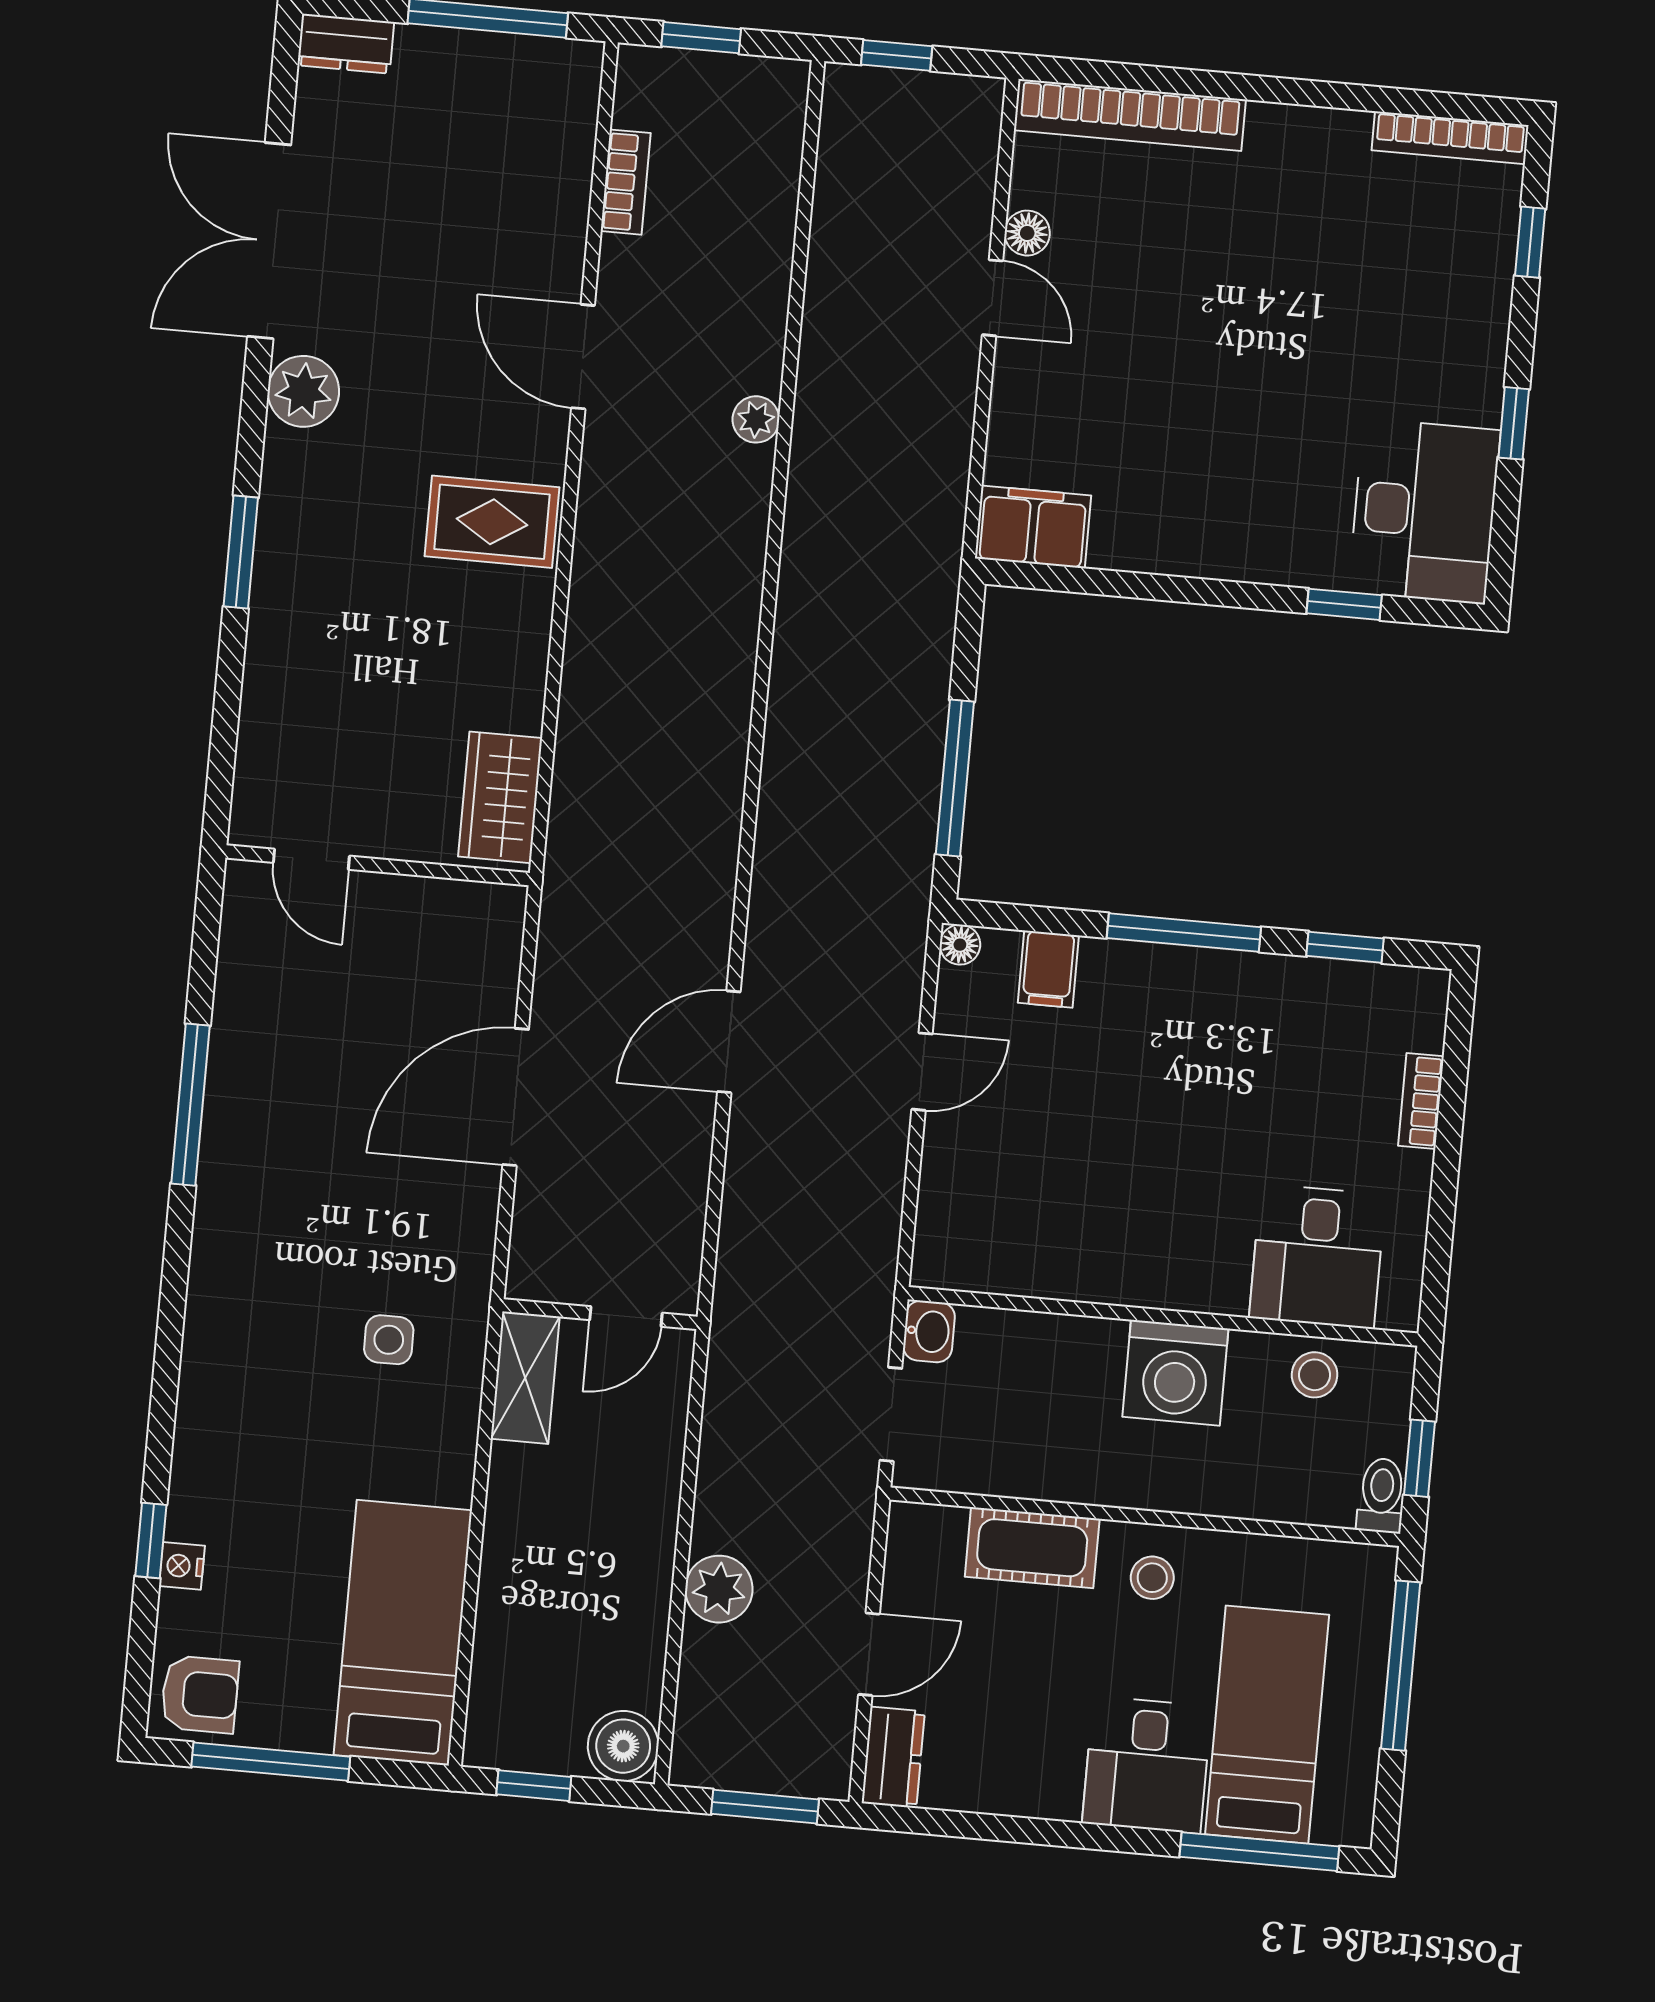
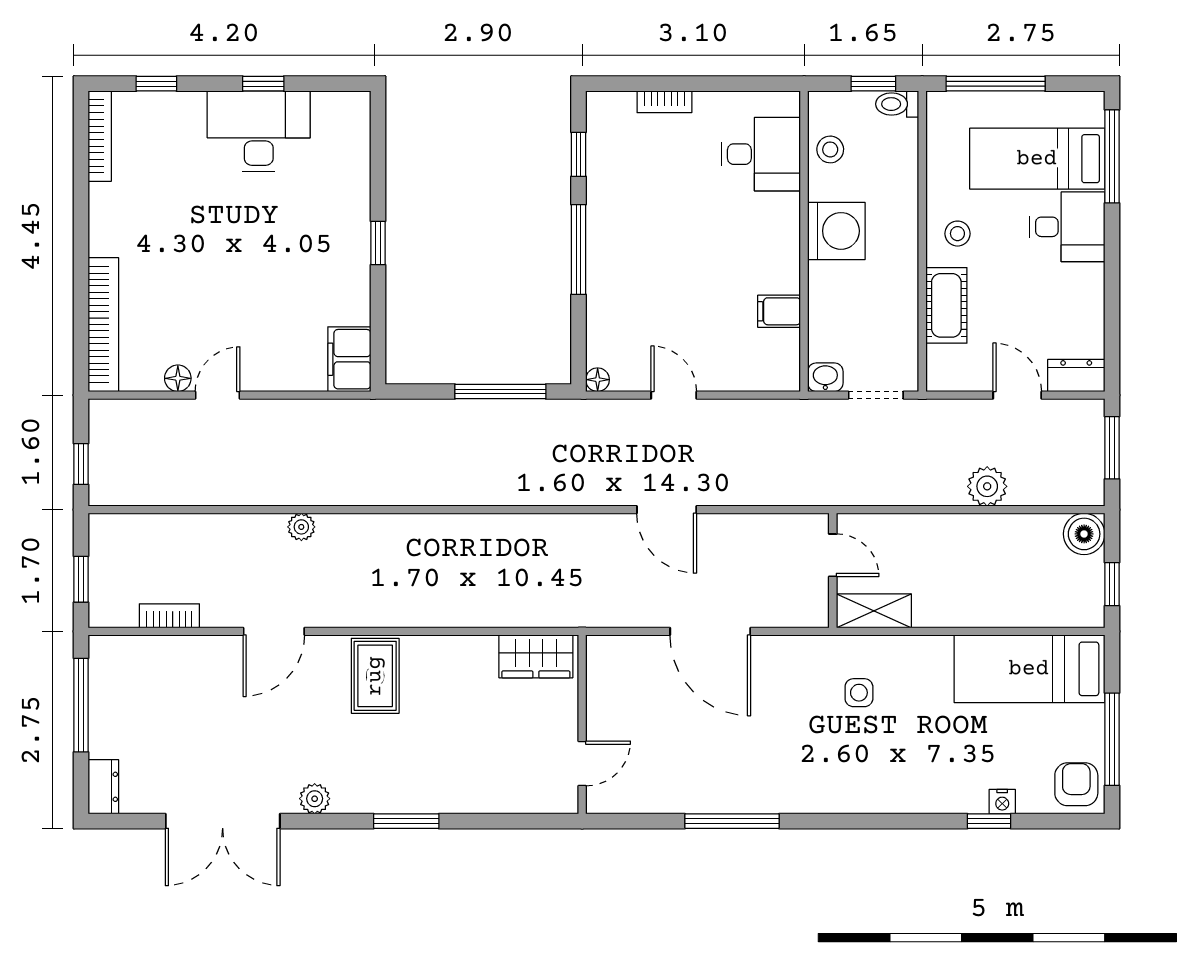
plant: (303, 391) -> (315, 799), width x0.73, depth x0.73
desk: (1424, 511) -> (259, 131), moved
window: (1344, 604) -> (378, 243), moved
filing cabinet: (1048, 969) -> (779, 311), moved, turned 180

